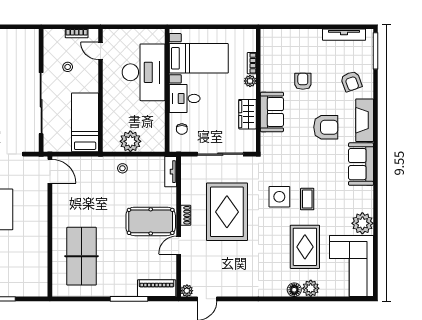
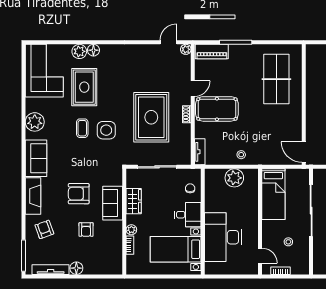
floor lamp: (314, 36) -> (76, 268), added
armchair: (326, 127) -> (79, 194), moved
plant: (362, 223) -> (35, 122), moved

